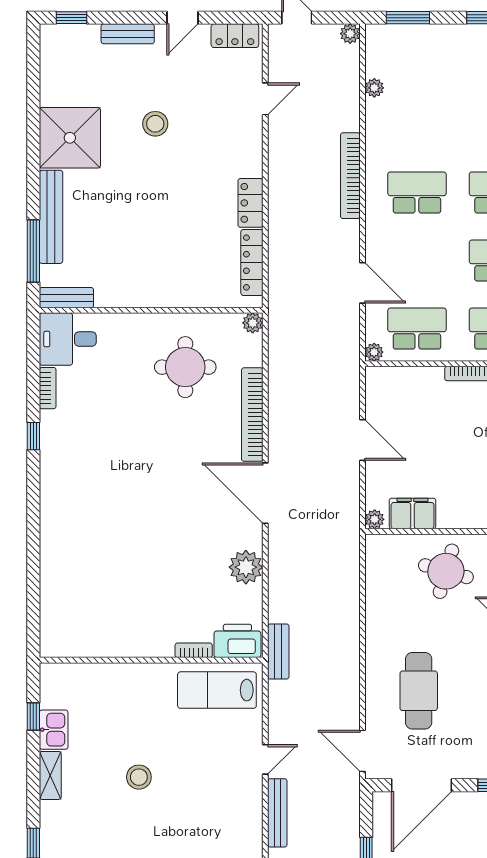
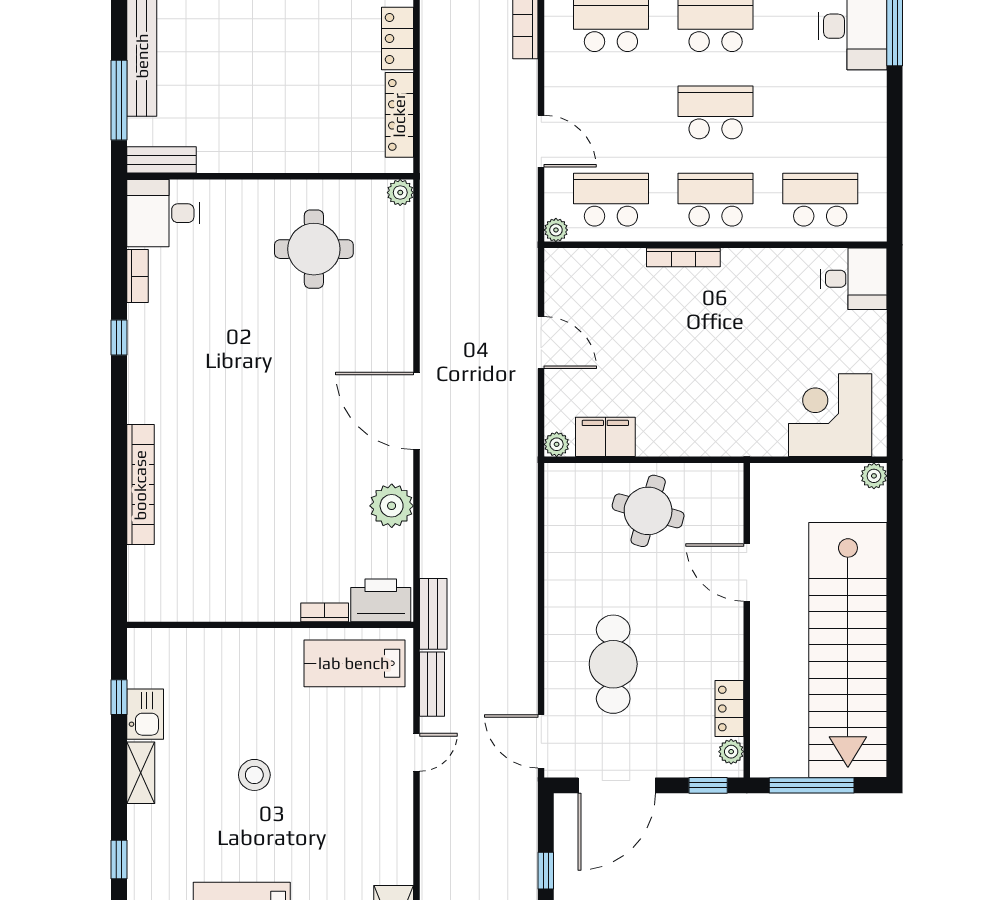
bookcase: (252, 415) -> (140, 485), moved, turned 180
bench: (277, 813) -> (432, 684), moved, width x0.73

